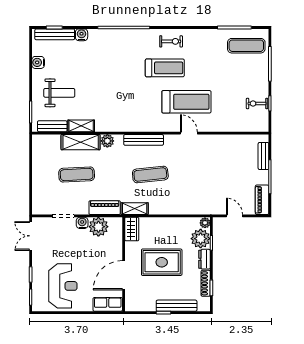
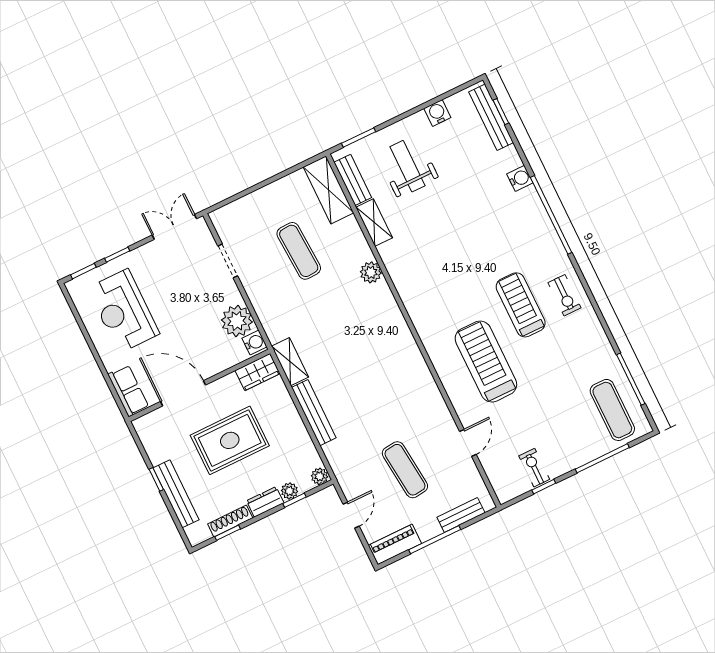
water cooler: (82, 35) -> (520, 178), moved
treadmill: (165, 68) -> (521, 305), turned 180
weight bench: (59, 93) -> (407, 166), turned 180
treadmill: (186, 102) -> (486, 362), turned 180
door: (189, 133) -> (468, 443), moved
bench: (144, 140) -> (314, 413), moved
shelving: (81, 142) -> (329, 190), moved
exercise mat: (150, 175) -> (405, 470), moved
piano: (105, 208) -> (270, 316), removed
water cooler: (82, 223) -> (254, 342), moved
plant: (201, 239) -> (289, 491), width x0.53, depth x0.53
rug: (162, 262) -> (230, 440), turned 90
reception desk: (63, 286) -> (123, 311), turned 90

